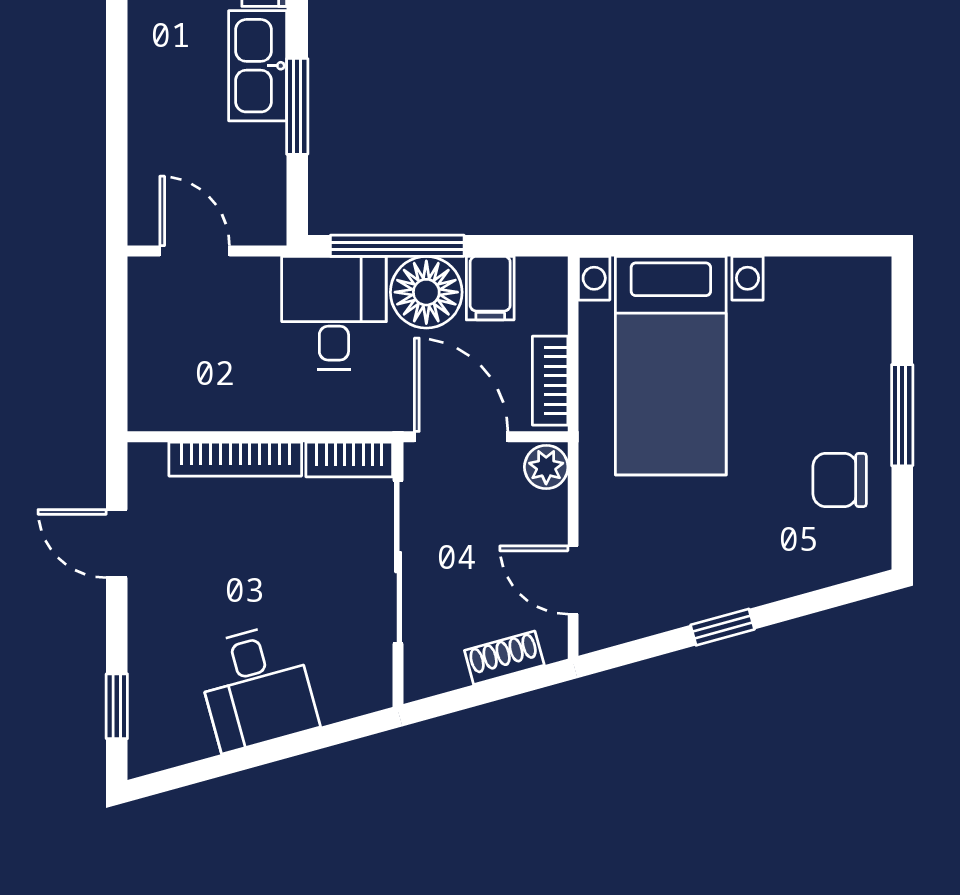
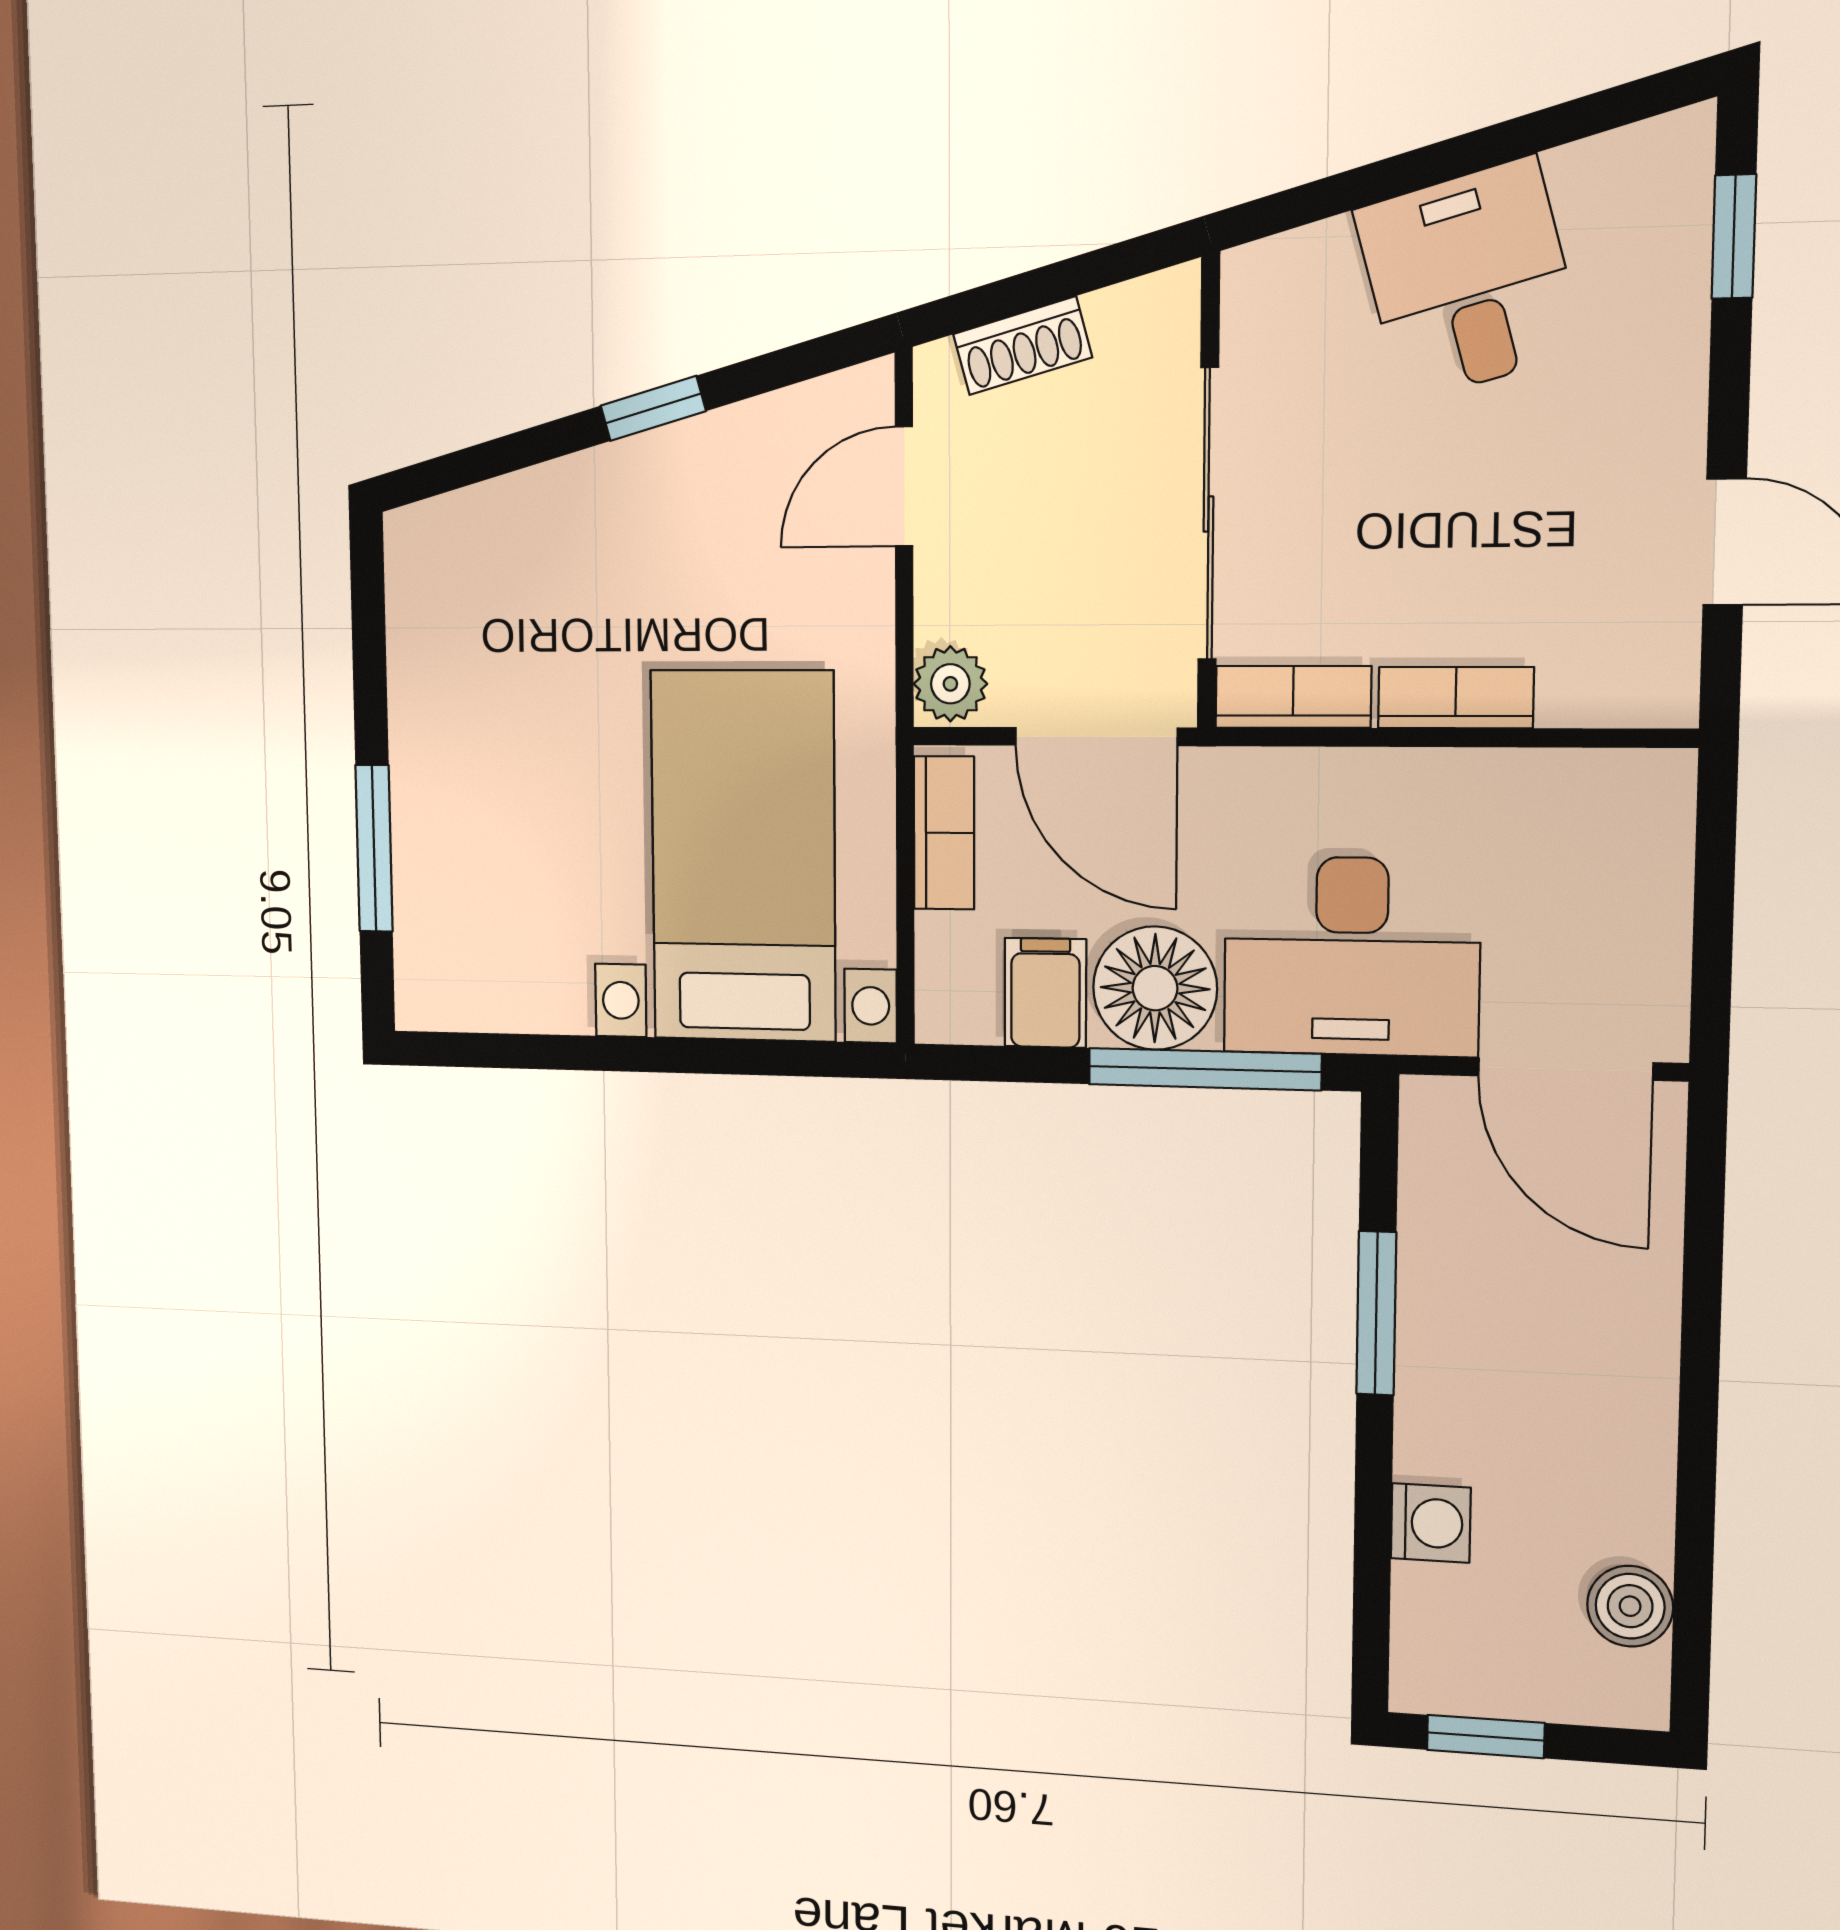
kitchen sink: (258, 66) -> (1445, 1386), removed
door: (195, 251) -> (1565, 1069), width x1.38
desk: (334, 313) -> (1351, 956), width x1.37
window: (902, 415) -> (374, 848), moved
bookcase: (235, 459) -> (1456, 698), width x0.64
chair: (840, 480) -> (468, 662), removed
door: (573, 580) -> (904, 486), swing flipped

